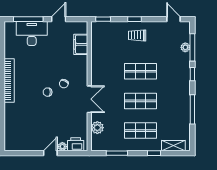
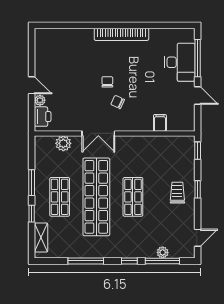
filing cabinet: (81, 44) -> (160, 123), width x0.50
shop shelf: (140, 101) -> (96, 197), width x2.00, depth x1.36
window: (117, 153) -> (32, 183), moved

